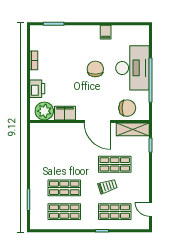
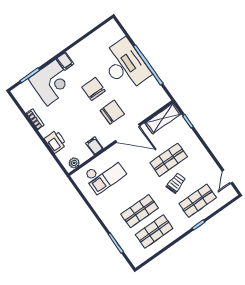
filing cabinet: (106, 32) -> (65, 61), moved
corner desk: (66, 41) -> (51, 83), added
chair: (127, 108) -> (112, 112), moved
plant: (44, 111) -> (74, 163), width x0.53, depth x0.53
filing cabinet: (65, 113) -> (94, 146), width x0.50
checkout: (57, 141) -> (105, 174), added
door: (150, 209) -> (227, 177), hinge flipped

